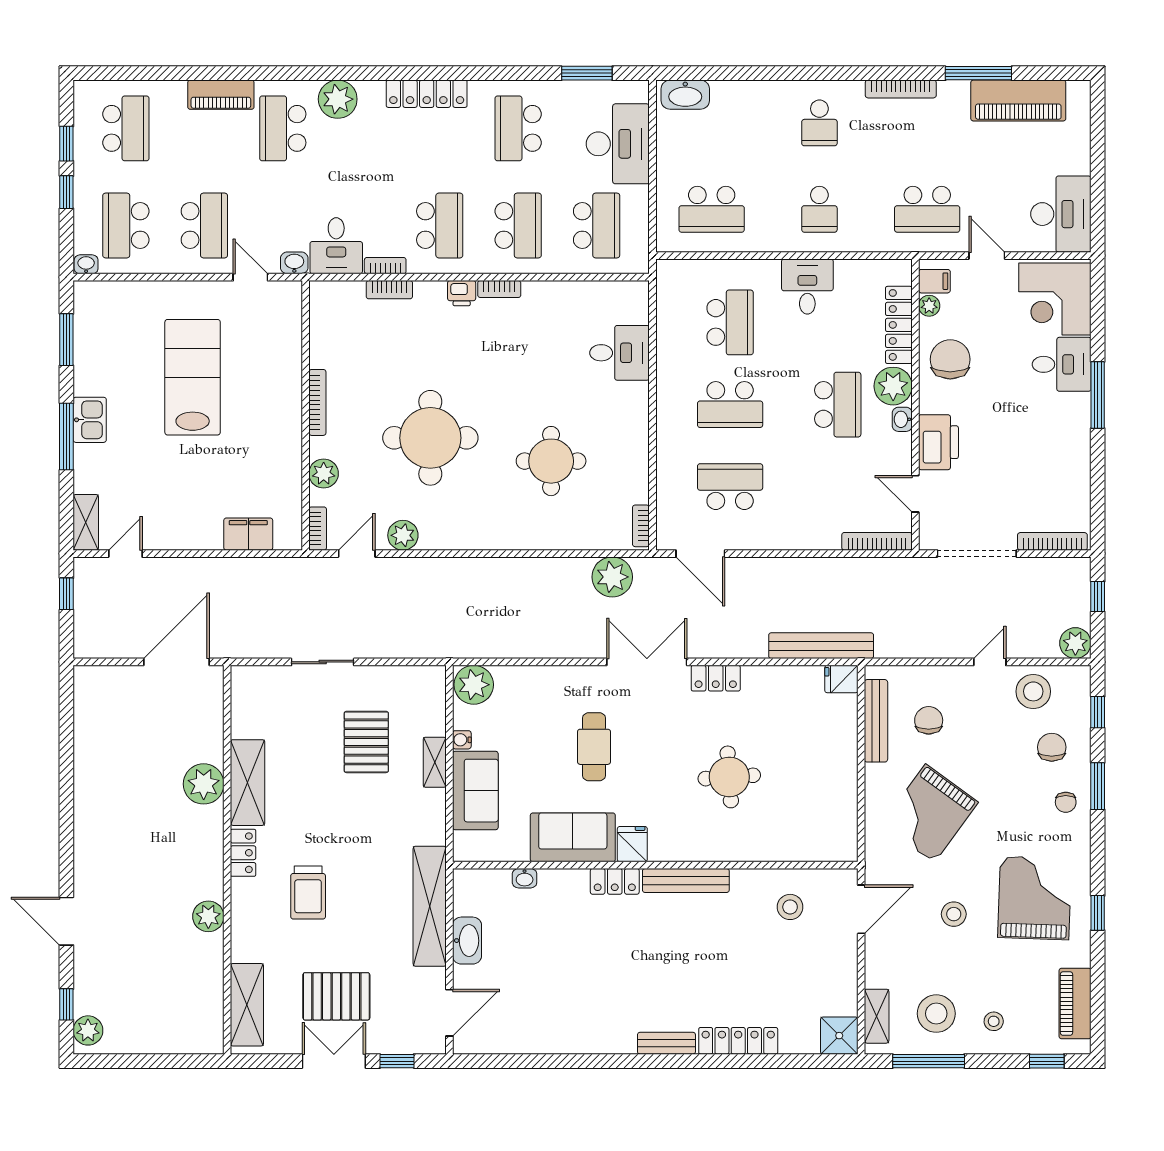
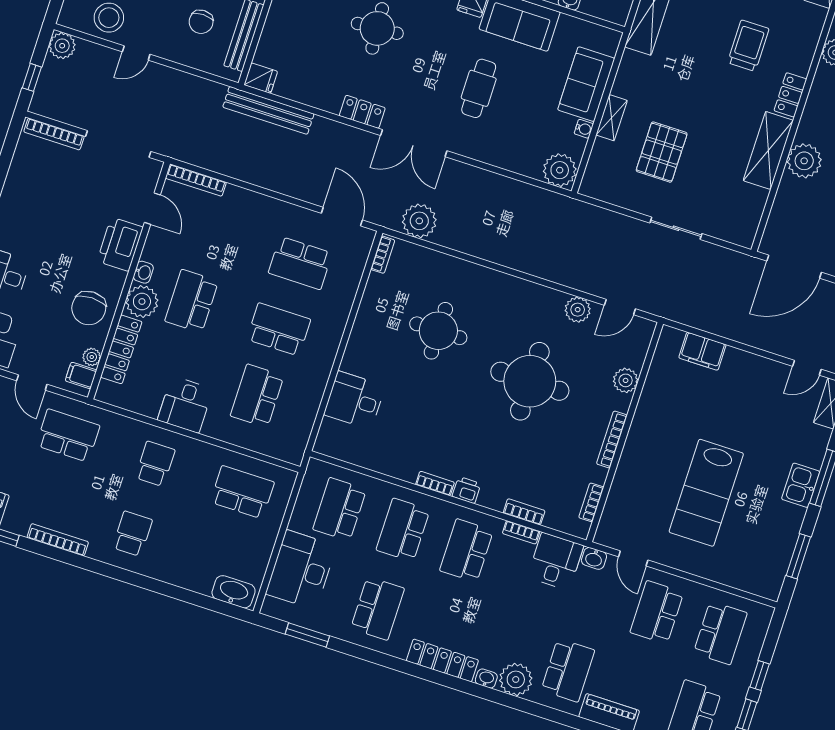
washbasin: (86, 264) -> (486, 679), moved, turned 180
bookcase: (318, 529) -> (591, 502), moved

